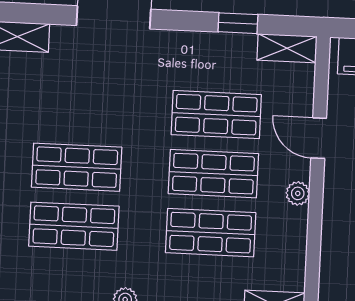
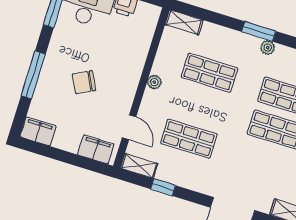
door: (319, 138) -> (129, 127), moved
shop shelf: (213, 174) -> (199, 106), removed

